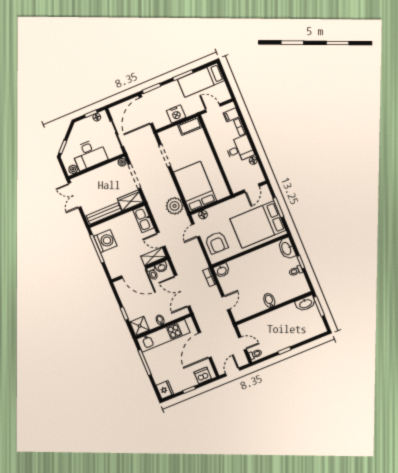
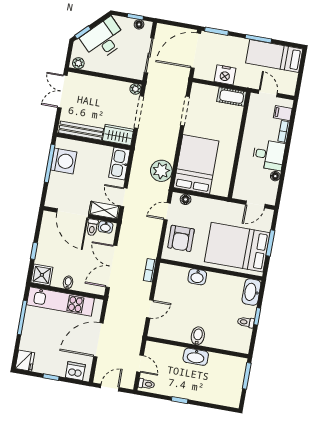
desk: (89, 154) -> (104, 39), moved, turned 135
washbasin: (222, 270) -> (197, 277), moved
washbasin: (306, 303) -> (196, 357), moved

